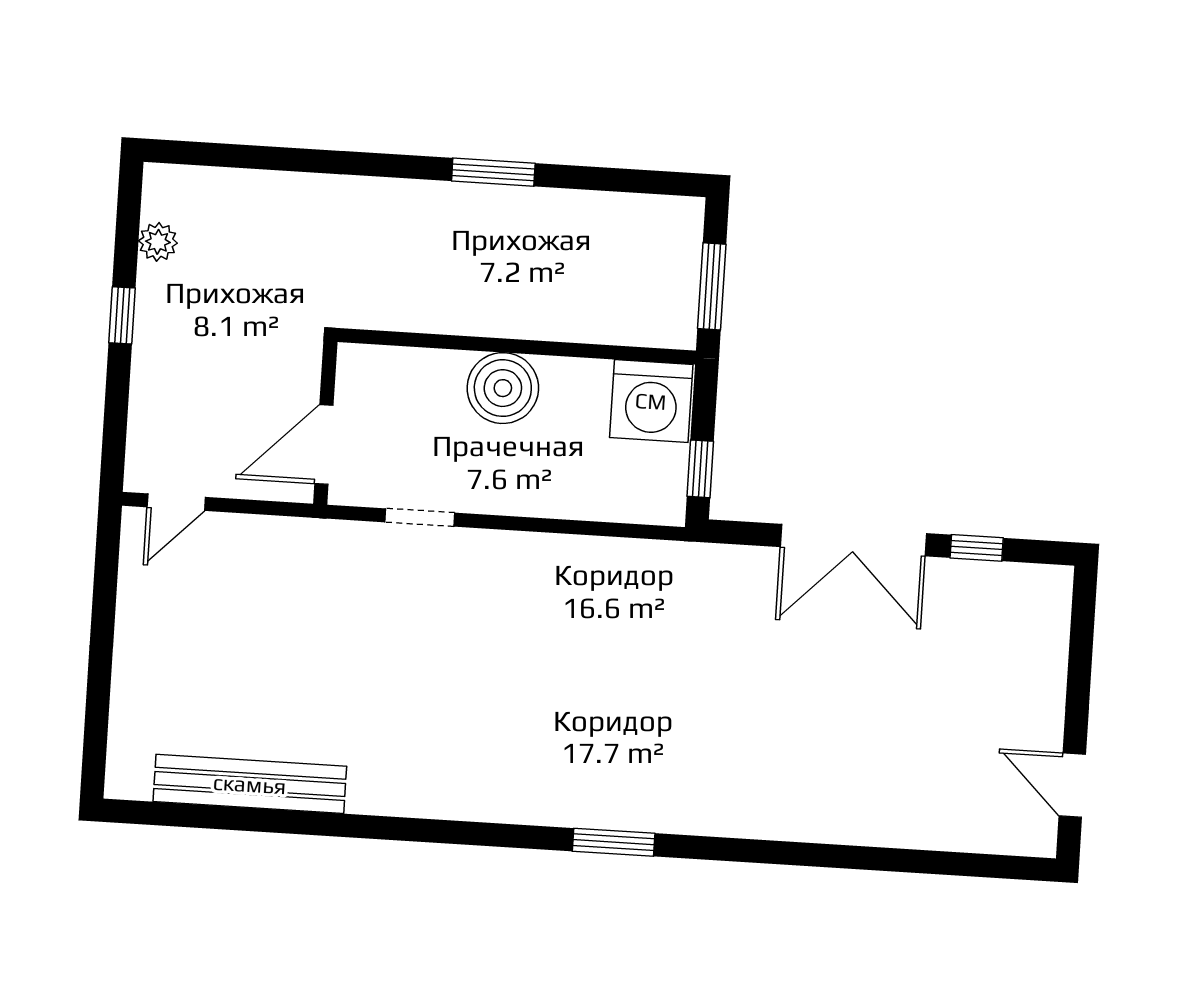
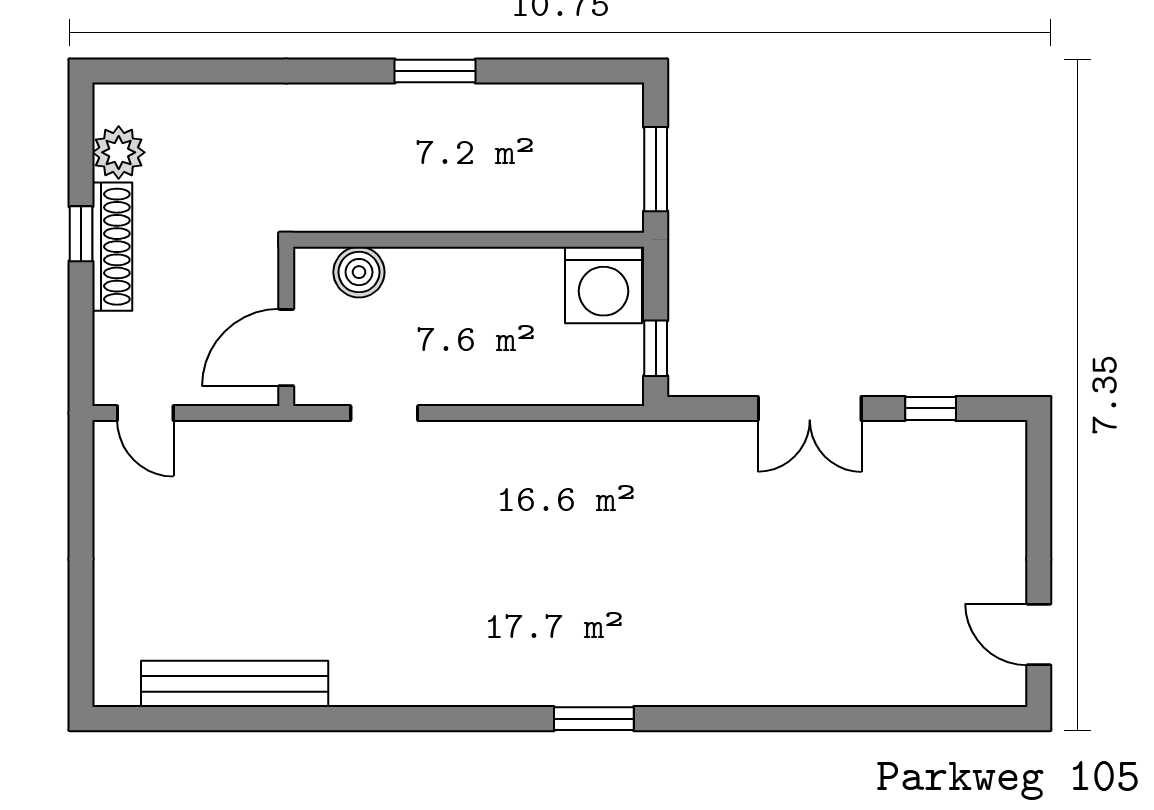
plant: (158, 242) -> (119, 152), width x1.38, depth x1.38
shoe rack: (153, 331) -> (112, 247), added
boiler: (503, 388) -> (359, 272), moved, width x0.73, depth x0.73
door: (176, 502) -> (145, 413), hinge flipped
double door: (853, 540) -> (810, 408), width x0.73

